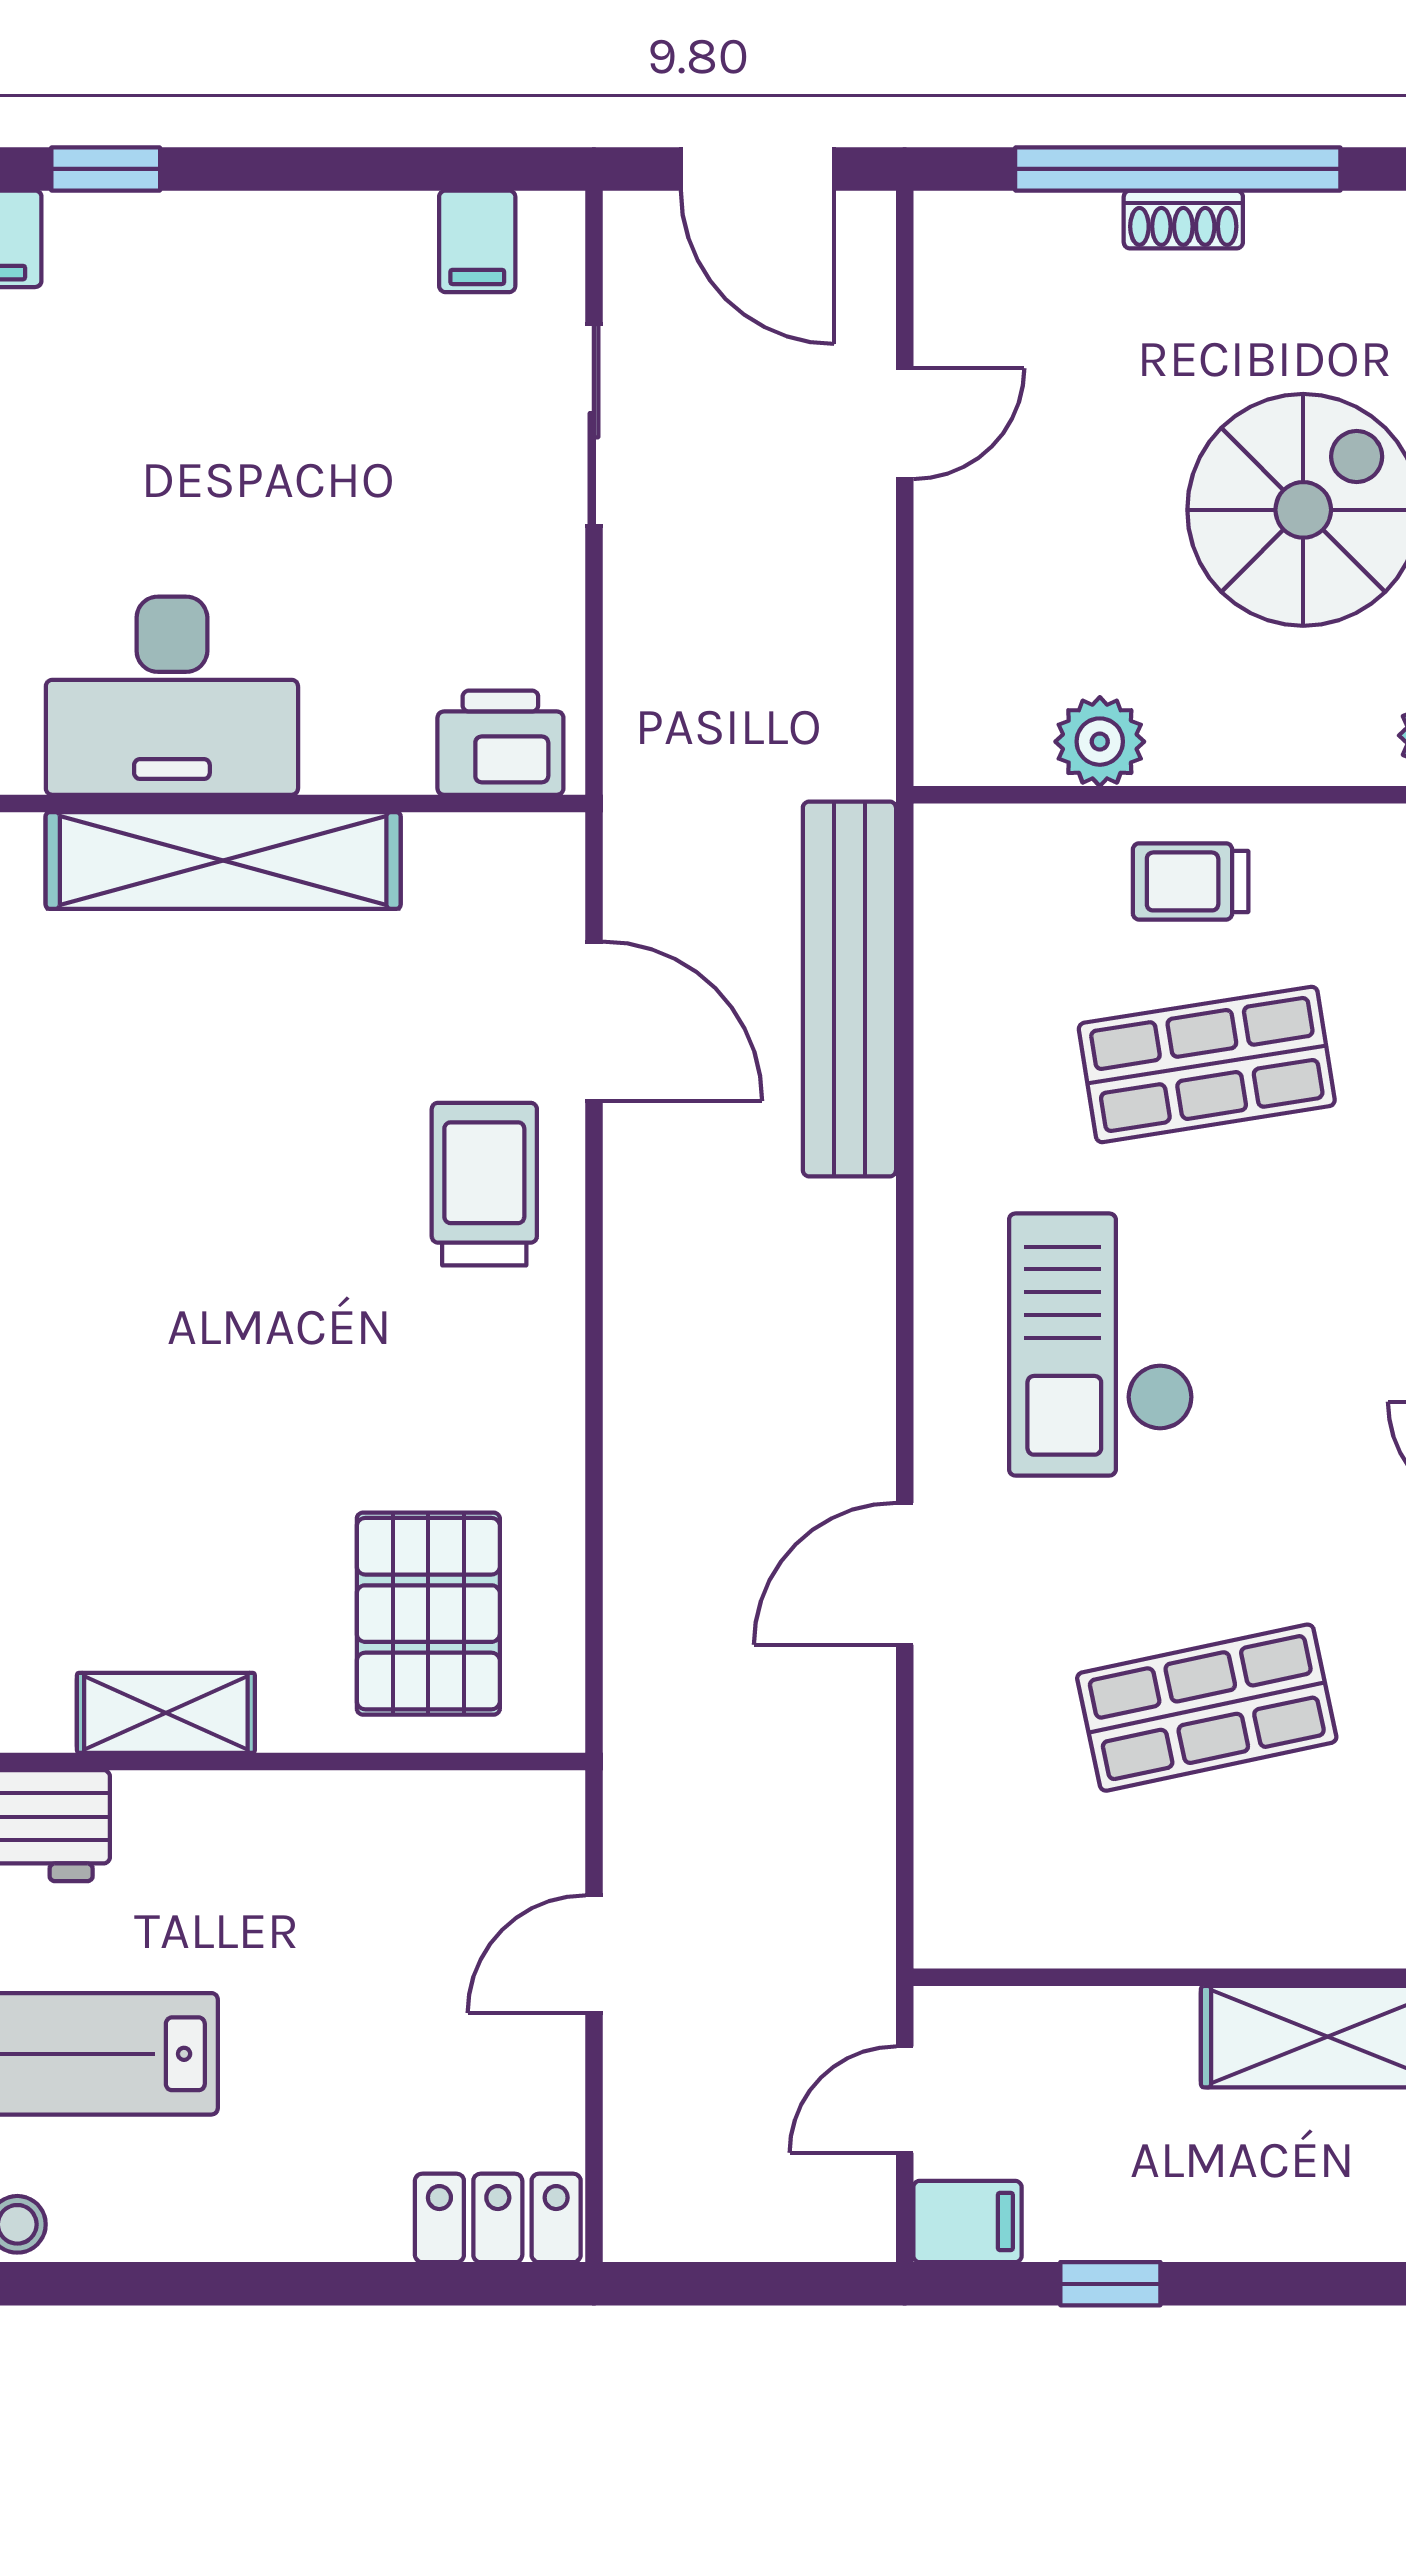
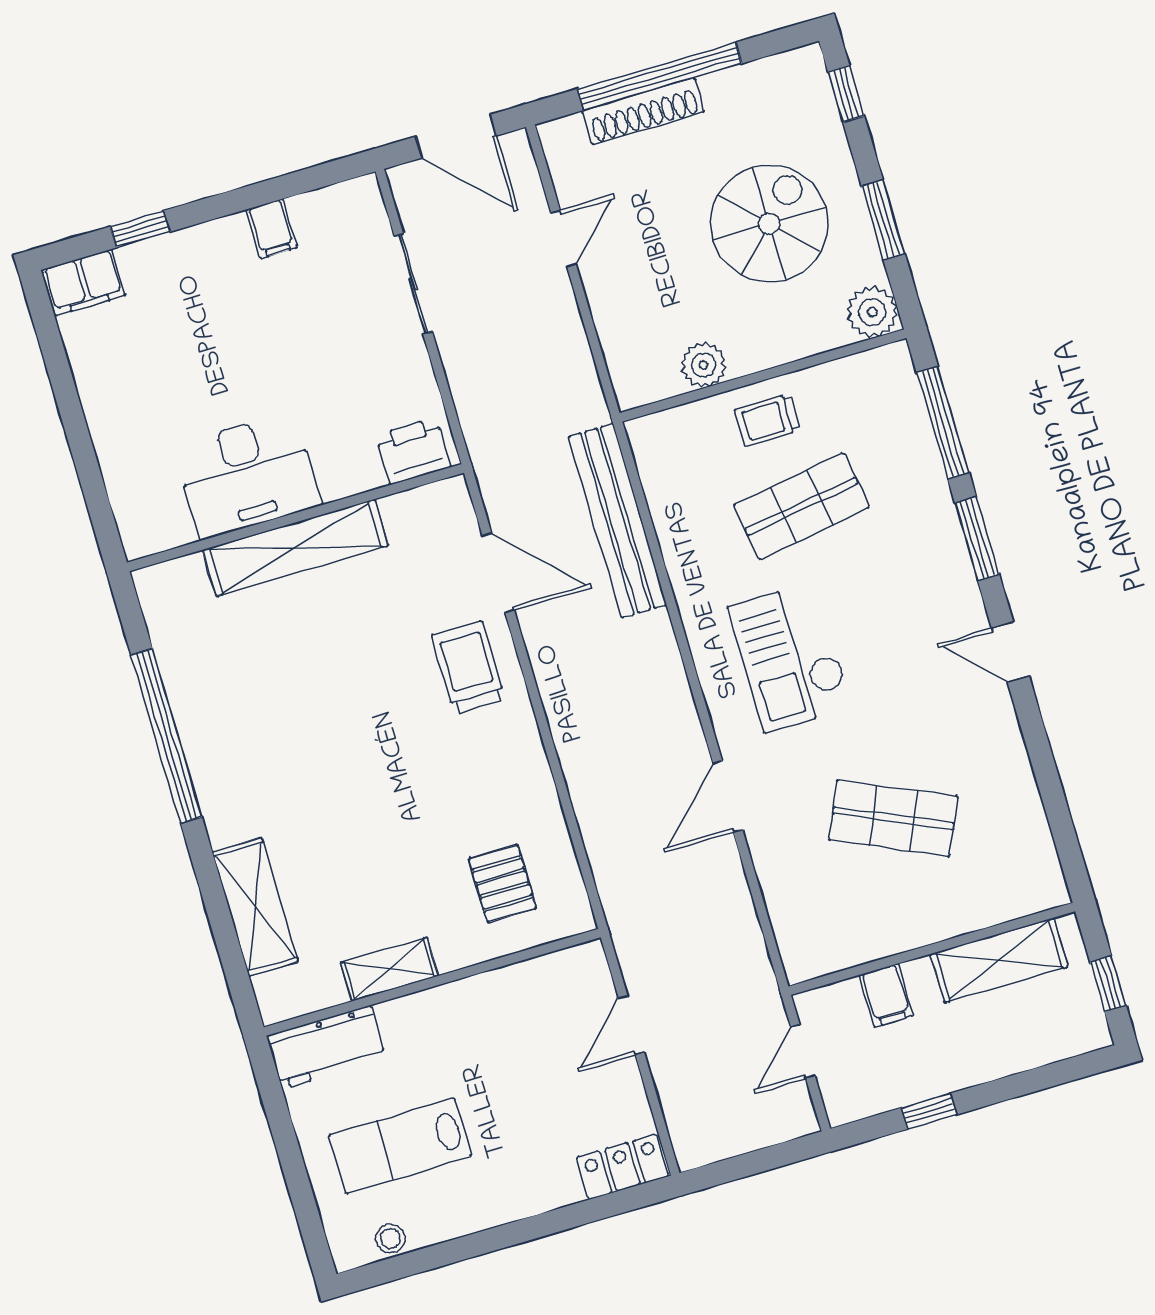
shoe rack: (1183, 220) -> (643, 111), width x1.94, depth x1.24
filing cabinet: (477, 241) -> (271, 229), moved
pallet: (428, 1614) -> (502, 884), width x0.67, depth x0.71
shop shelf: (1207, 1708) -> (893, 818), turned 36
filing cabinet: (967, 2222) -> (886, 995), moved, turned 90

